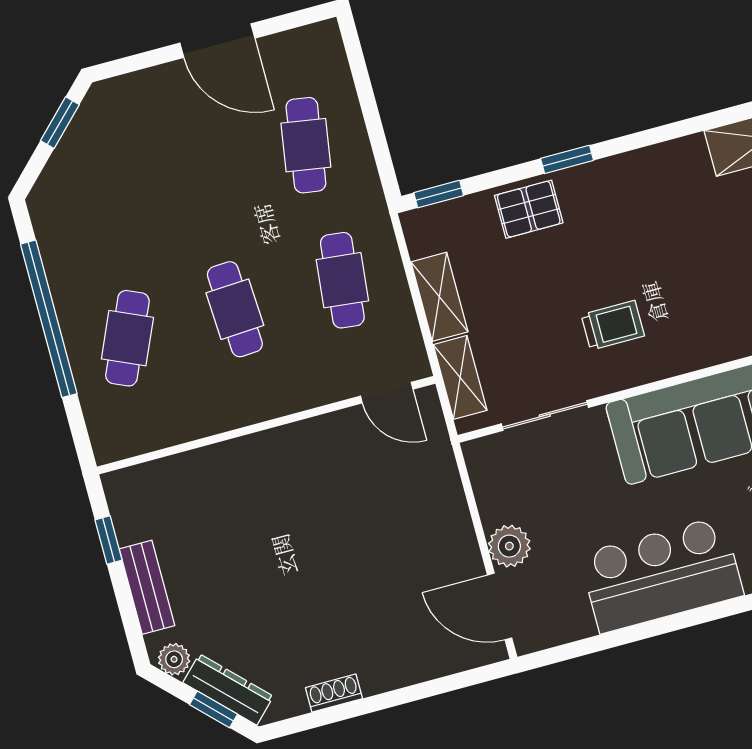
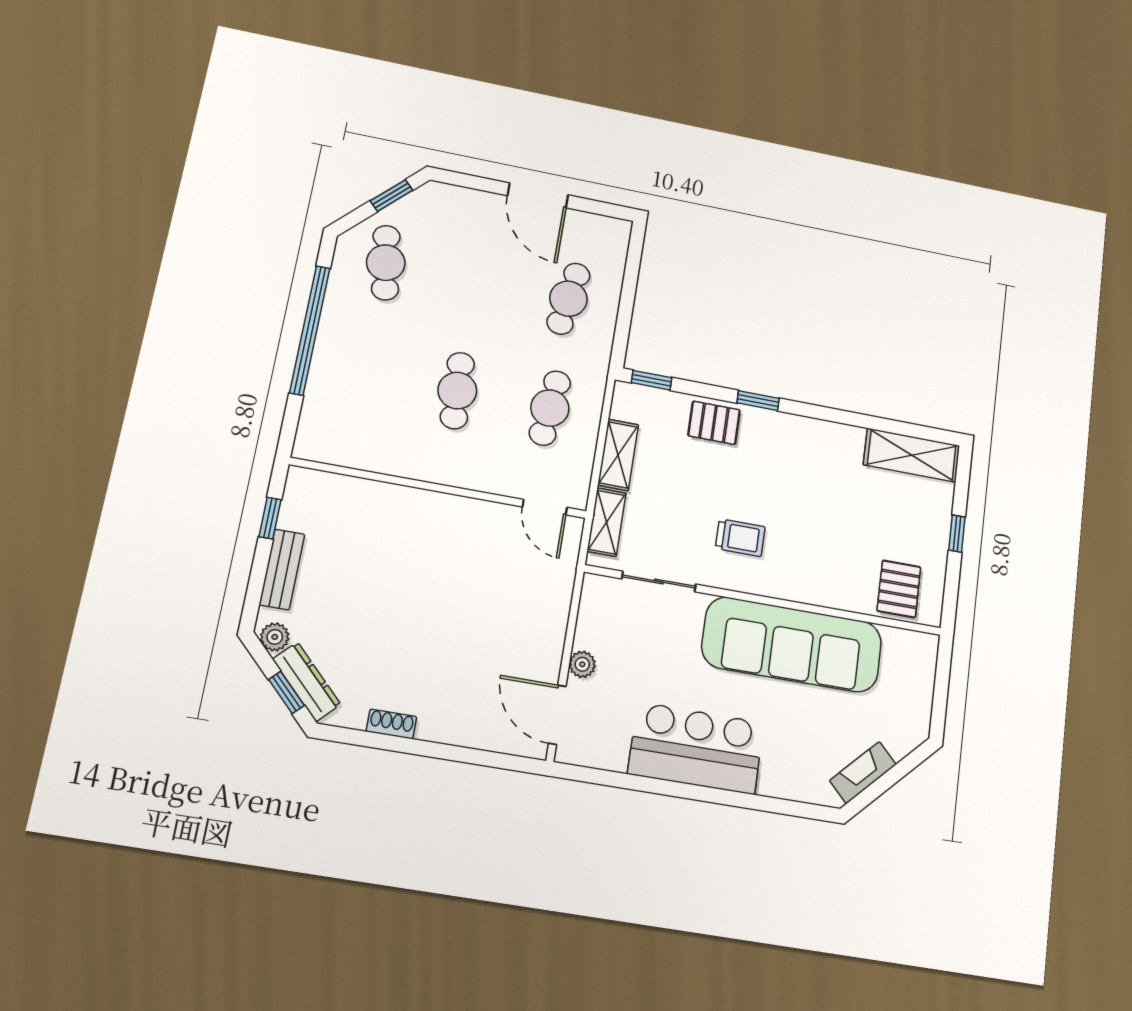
cafe table: (127, 338) -> (386, 263), moved, turned -33
plant: (509, 546) -> (582, 664), width x0.73, depth x0.73

